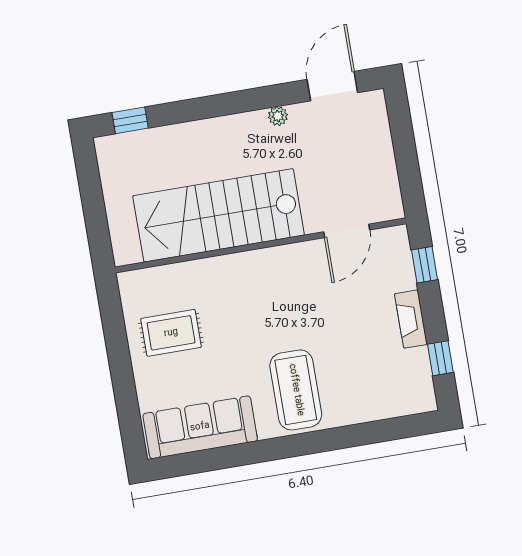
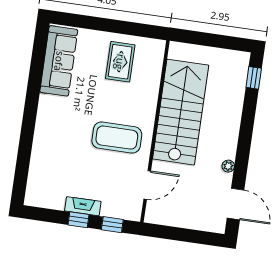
door: (347, 231) -> (147, 185), swing flipped
window: (440, 358) -> (78, 220), moved
coffee table: (296, 390) -> (117, 138), moved

